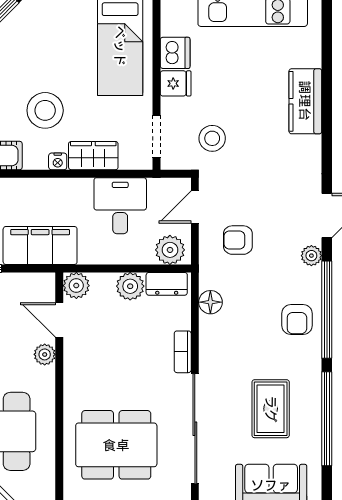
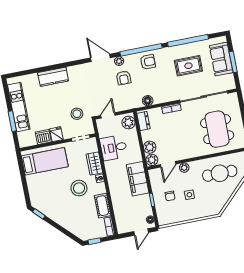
door: (195, 207) -> (108, 115), swing flipped
armchair: (238, 240) -> (124, 78), moved
plant: (130, 286) -> (150, 147), moved

